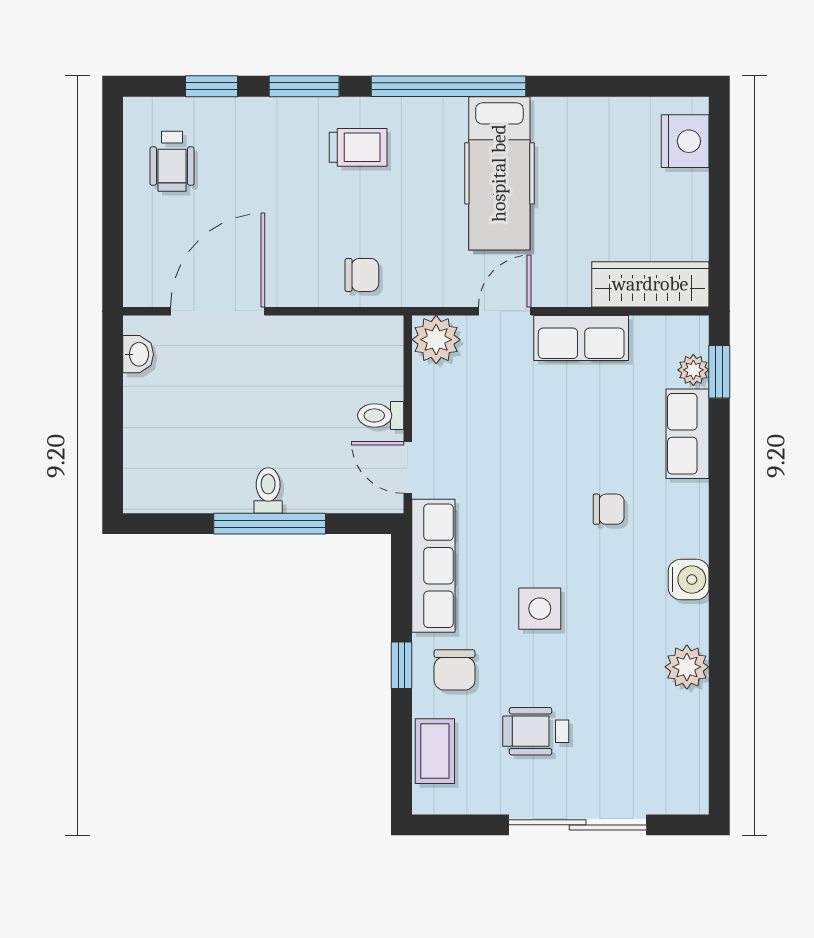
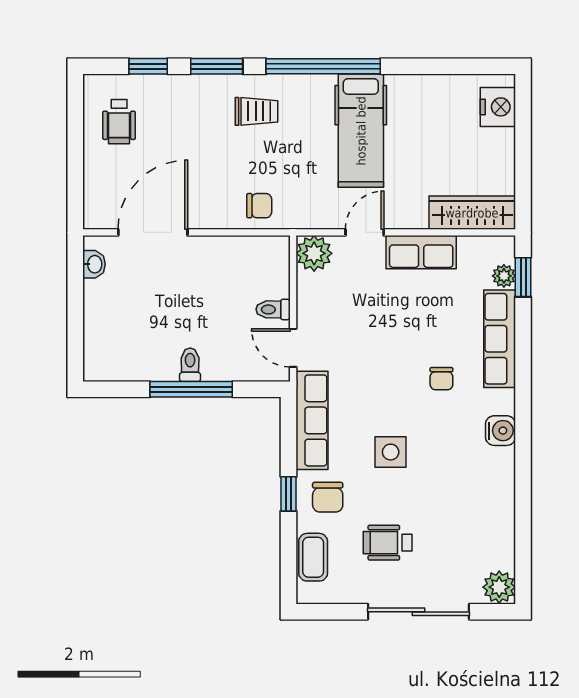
row of seats: (687, 434) -> (500, 339), width x1.48
chair: (609, 509) -> (441, 379), turned 90
plant: (687, 667) -> (499, 587), moved

